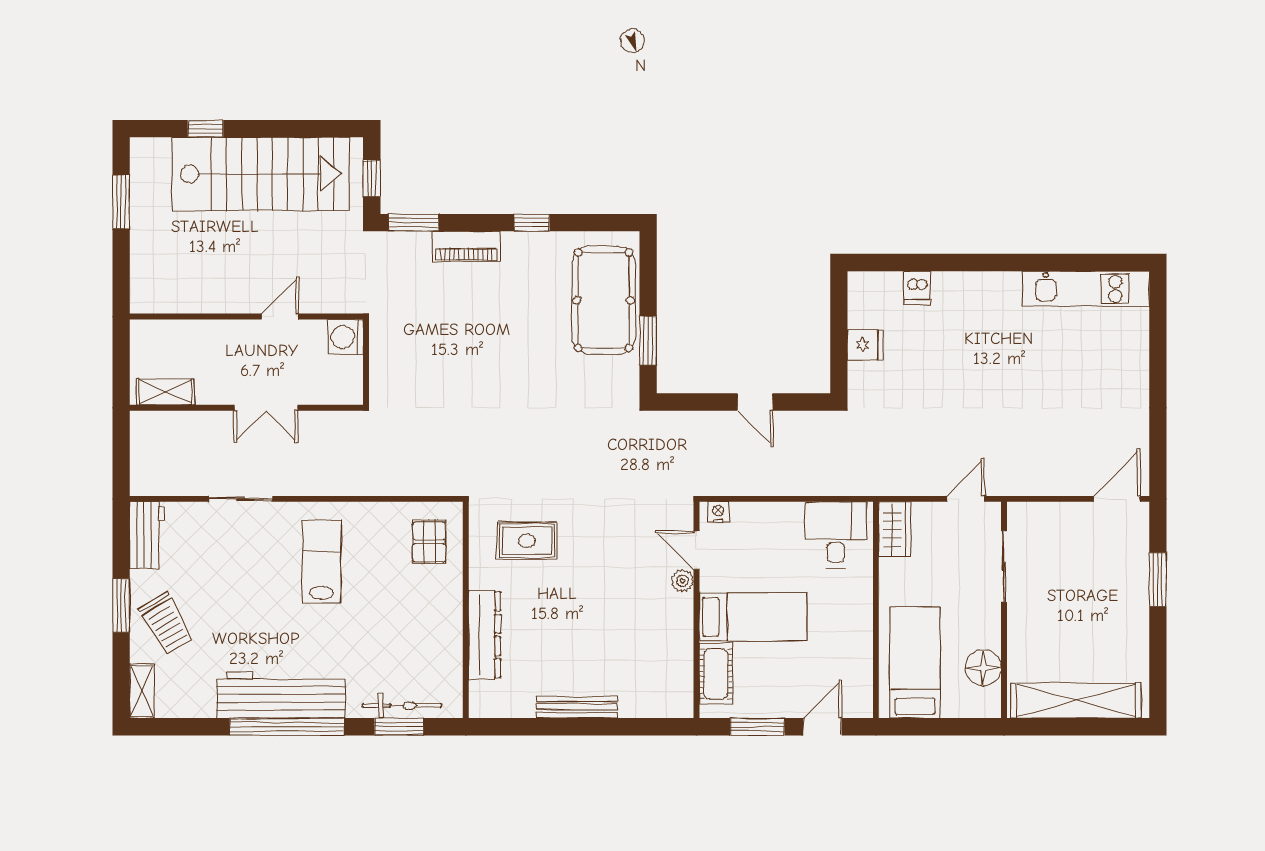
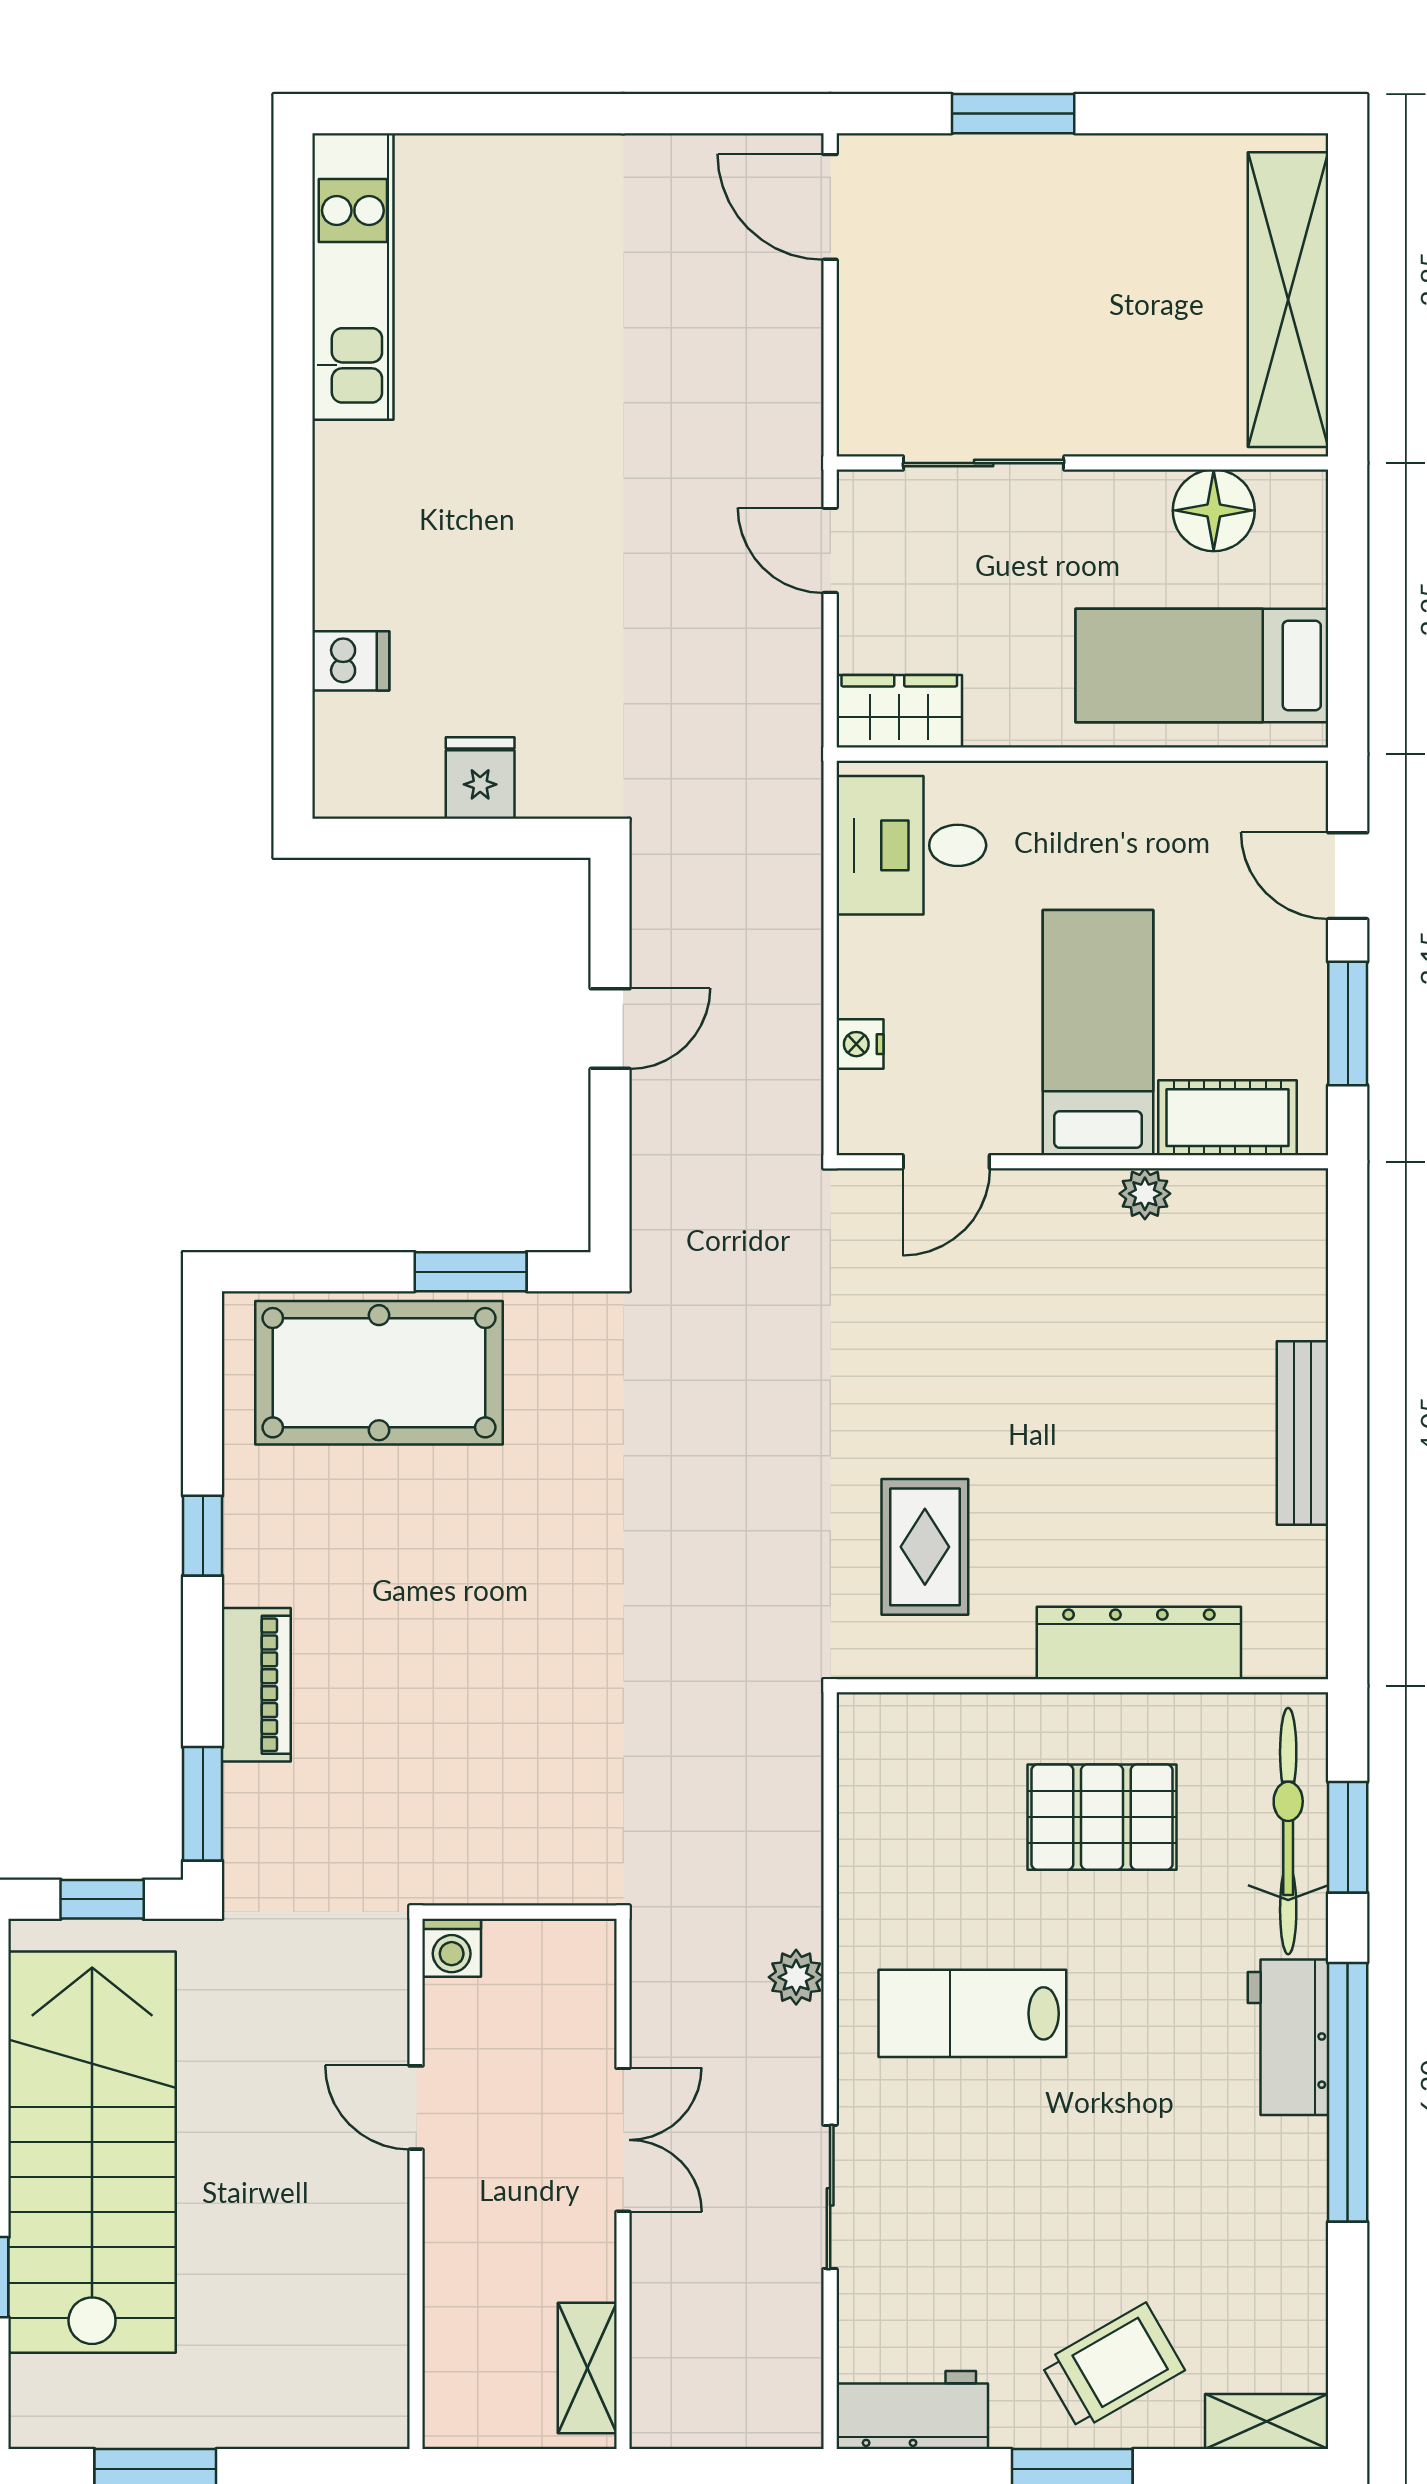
washing machine: (346, 337) -> (452, 1948), width x0.73, depth x0.73
plant: (337, 484) -> (796, 1977), added
nightstand: (718, 512) -> (860, 1044), moved
pallet: (429, 542) -> (1102, 1817), moved, width x1.50, depth x1.42
plant: (682, 581) -> (1145, 1194), moved
workbench: (281, 695) -> (1288, 2037), width x0.53, depth x0.76
bicycle: (402, 706) -> (1288, 1831), width x1.37, depth x1.40

